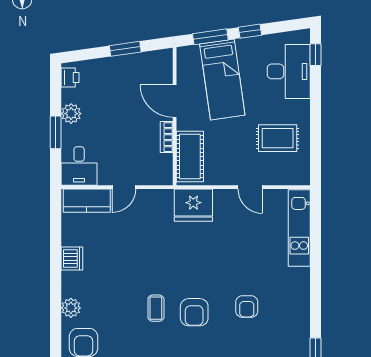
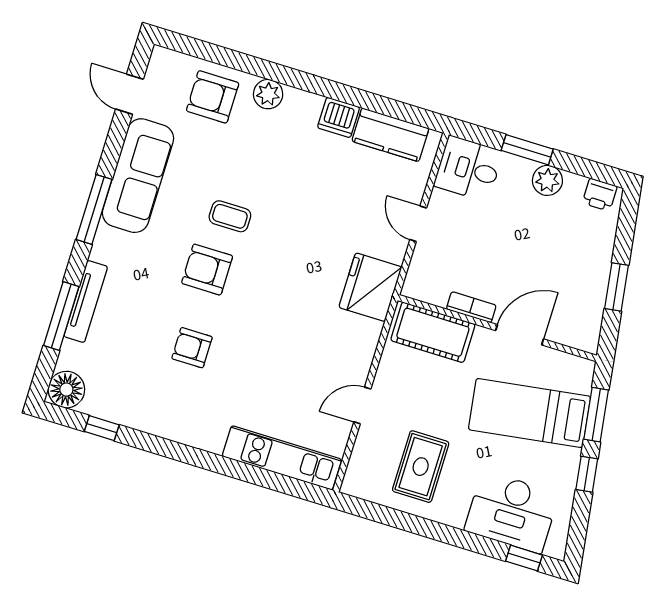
kitchen counter: (87, 201) -> (390, 135), moved, turned -90
fridge: (193, 205) -> (370, 287), moved

